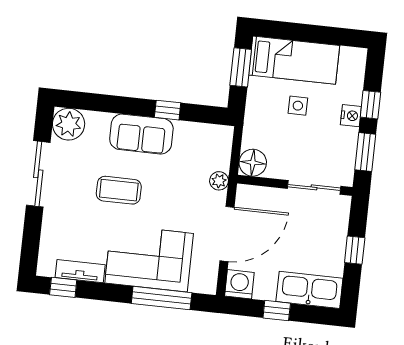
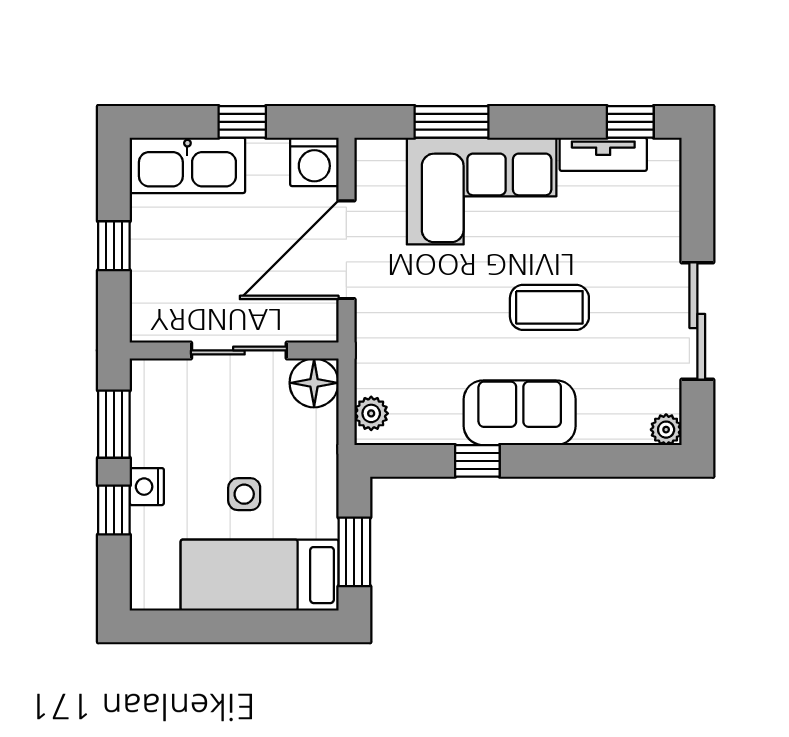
plant: (69, 124) -> (666, 430), width x0.53, depth x0.53
plant: (219, 181) -> (371, 413), moved
sliding door: (314, 187) -> (239, 350), moved
window: (162, 298) -> (451, 122), width x0.69

